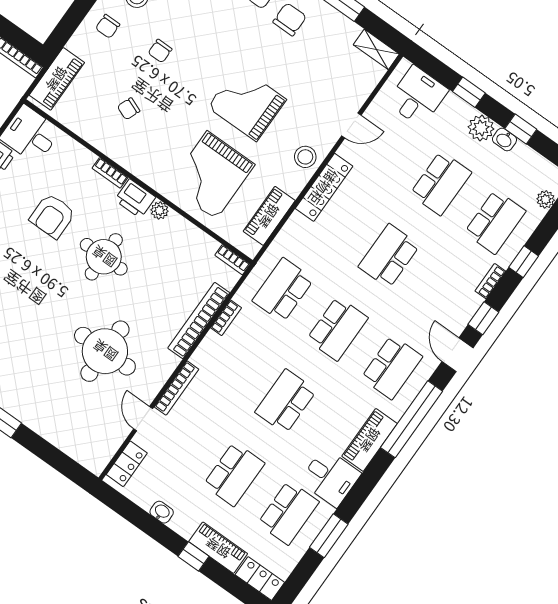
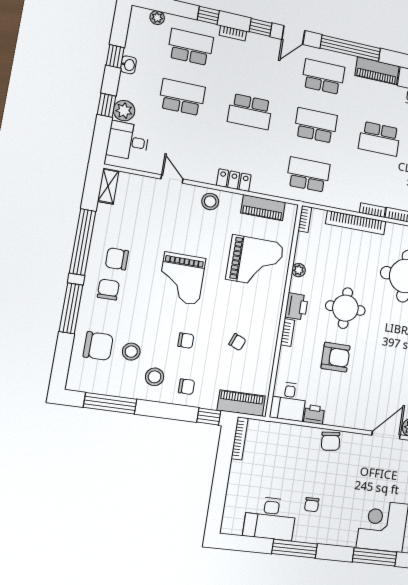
window: (61, 35) -> (209, 417), added
grand piano: (247, 103) -> (182, 278), moved
plant: (481, 128) -> (124, 111), moved
locker: (324, 187) -> (234, 180), width x0.66
plant: (160, 210) -> (299, 270), moved
school desk: (283, 290) -> (308, 175), turned 180
bookcase: (226, 318) -> (372, 210), moved

